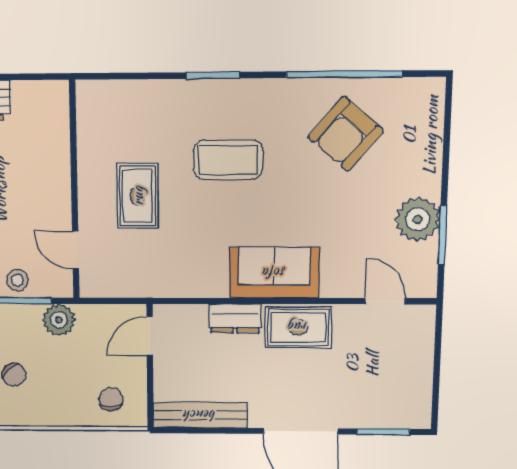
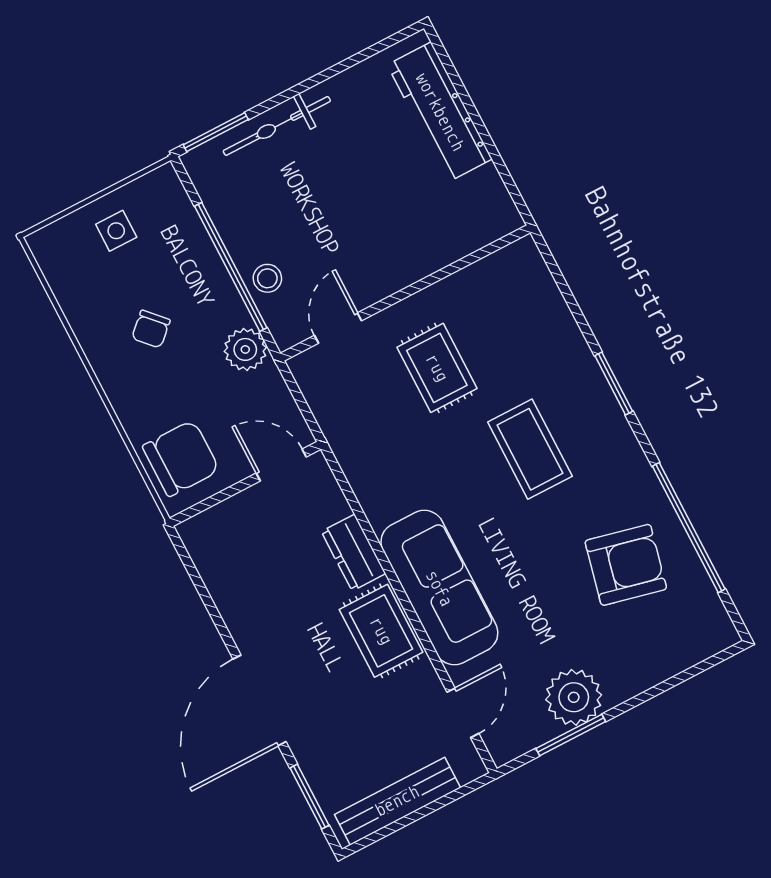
armchair: (346, 134) -> (626, 565), turned 152
rug: (138, 196) -> (437, 368), turned 90
sofa: (274, 273) -> (439, 588), width x1.36
chair: (111, 399) -> (181, 458), width x1.87, depth x1.87
bench: (200, 415) -> (397, 801), moved, turned 90

